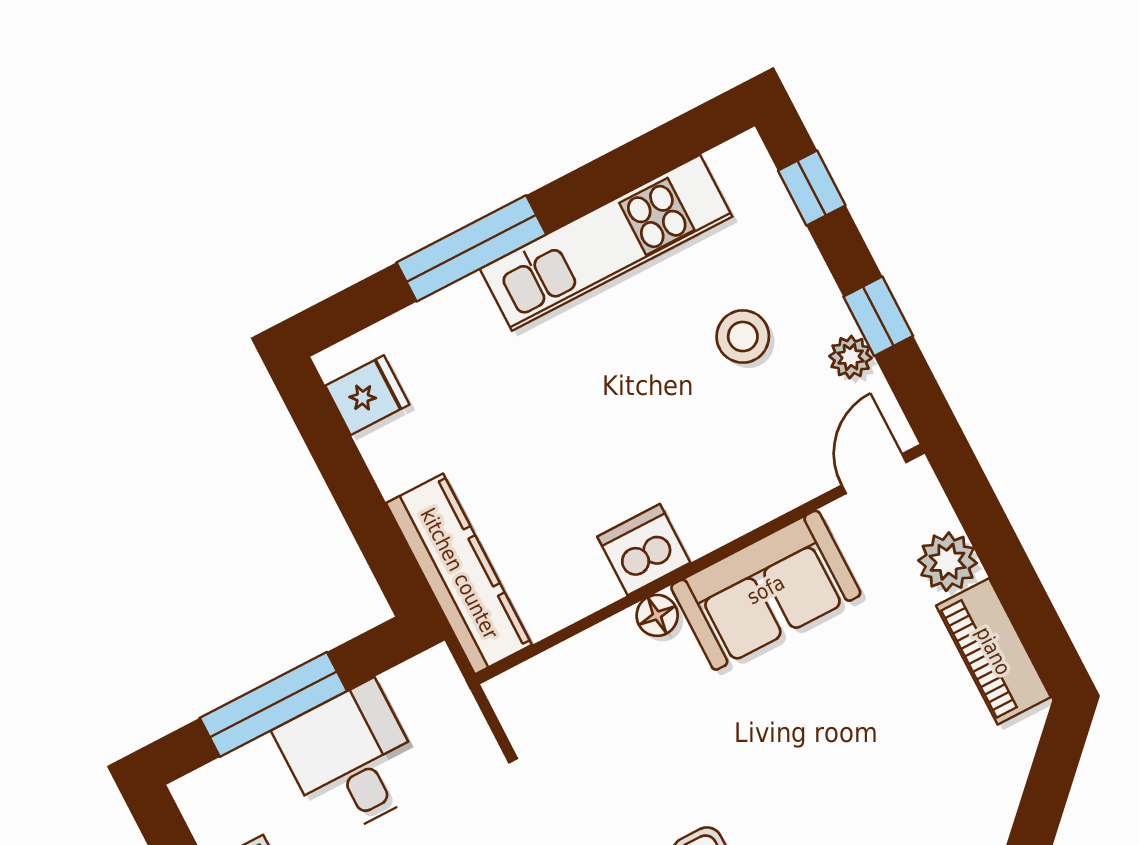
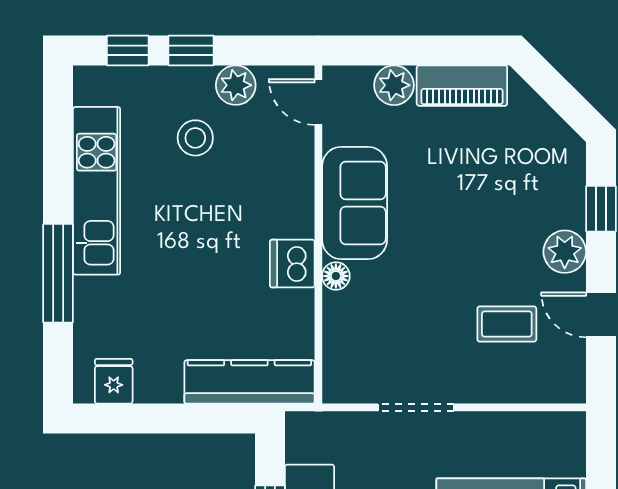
window: (878, 316) -> (191, 50), moved
plant: (851, 357) -> (236, 85), width x1.38, depth x1.38

